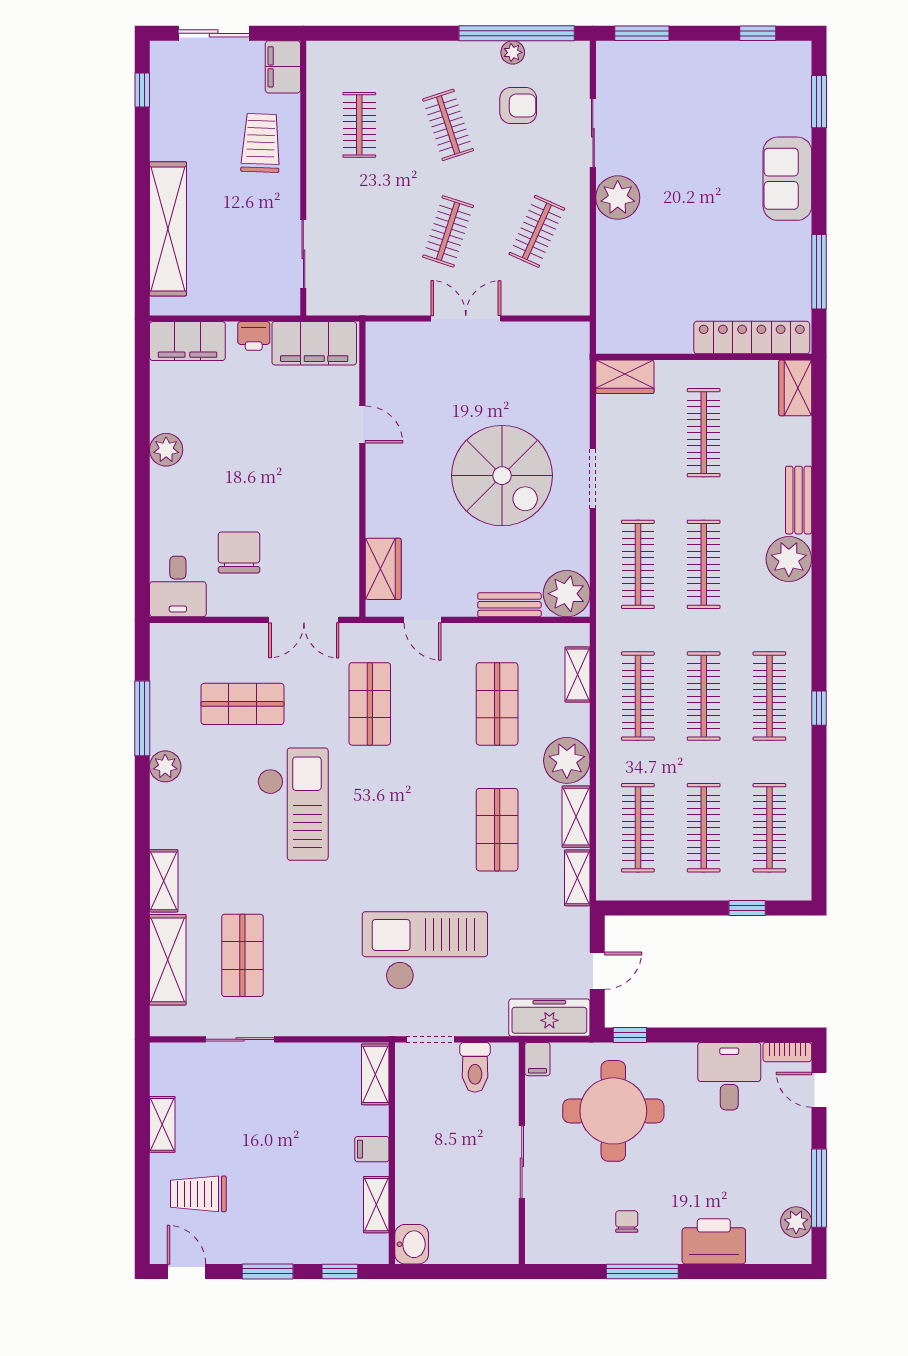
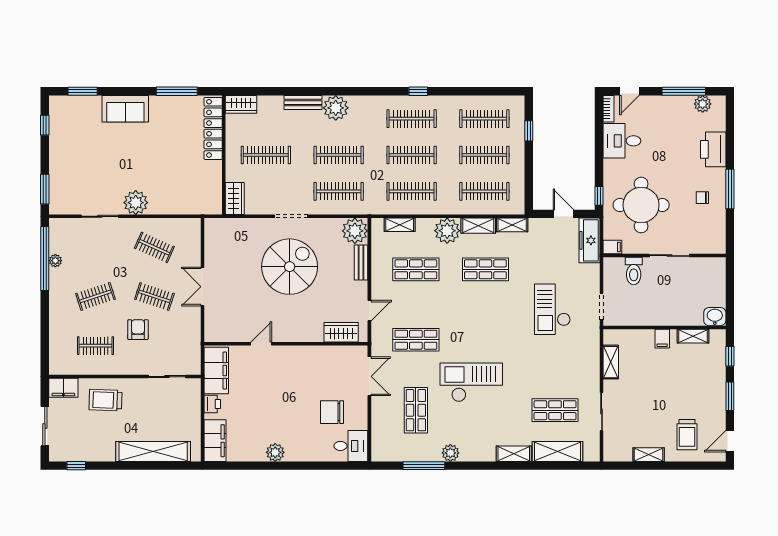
armchair: (518, 106) -> (138, 330), moved
checkout: (425, 951) -> (552, 309), width x0.73, depth x0.83
toilet: (475, 1067) -> (634, 271), moved, turned 90
shelving: (375, 1074) -> (611, 362), moved, turned 90

